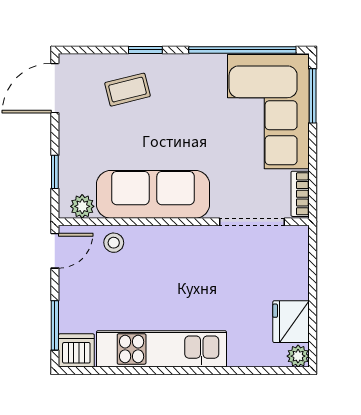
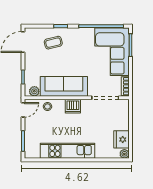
dishwasher: (76, 350) -> (73, 106), moved, turned 180

